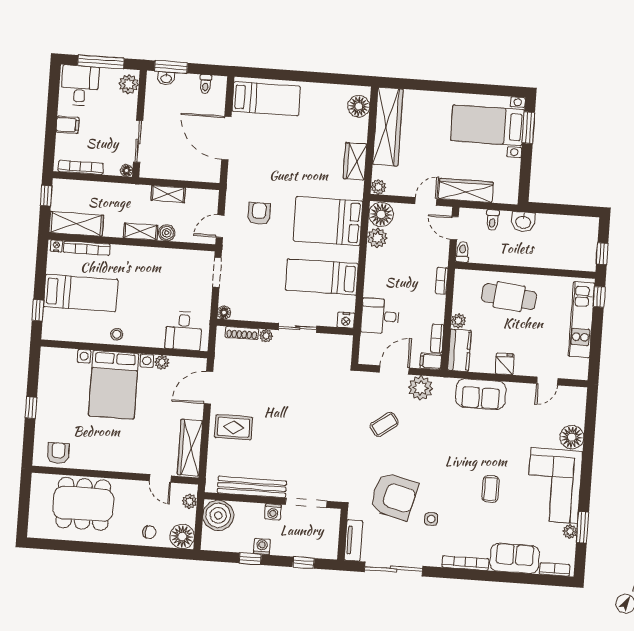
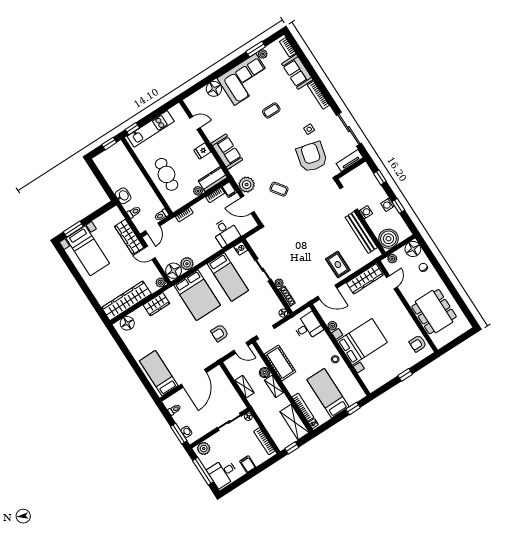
cot: (164, 261) -> (280, 363), added

